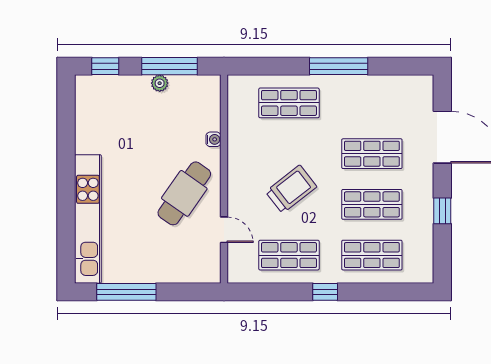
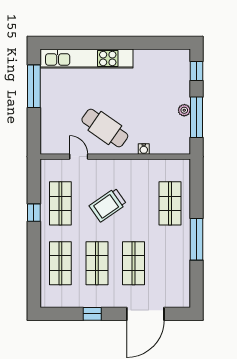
trolley: (291, 189) -> (108, 205), turned 93
door: (224, 230) -> (79, 157), swing flipped
window: (325, 292) -> (34, 213), moved

